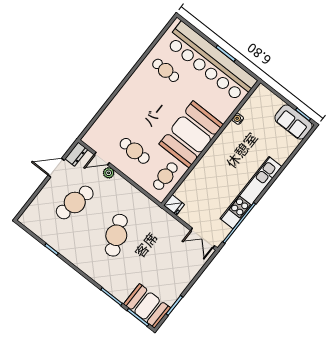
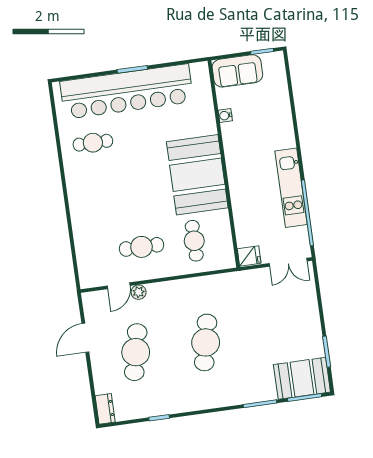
water cooler: (238, 119) -> (225, 116), moved
sofa: (294, 122) -> (237, 71), moved
booth: (191, 134) -> (197, 175), moved
wall: (211, 143) -> (224, 164), moved
dresser: (76, 154) -> (105, 409), moved
kitchen unit: (251, 193) -> (291, 188), width x0.73
fridge: (174, 205) -> (249, 256), moved
cafe table: (116, 235) -> (206, 342), turned 36

